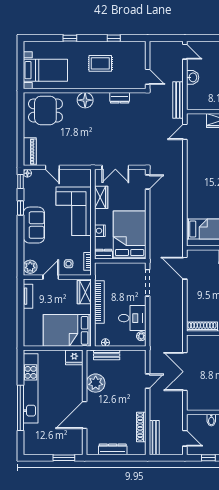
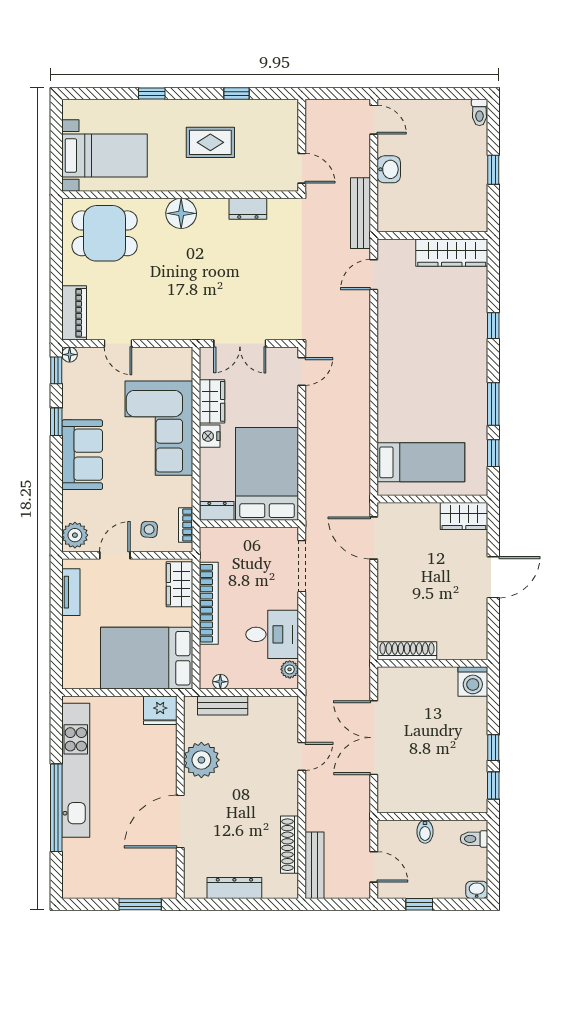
nightstand: (100, 231) -> (210, 436), moved

